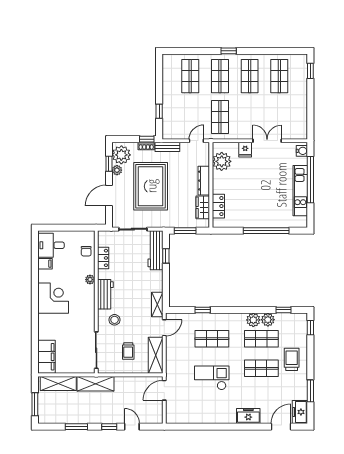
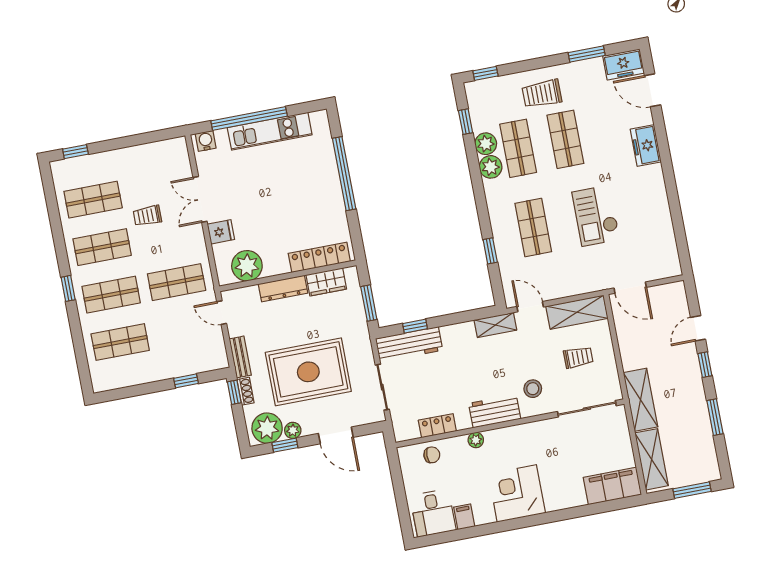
trolley: (263, 107) -> (147, 216), added
locker: (218, 206) -> (319, 257), width x1.53

